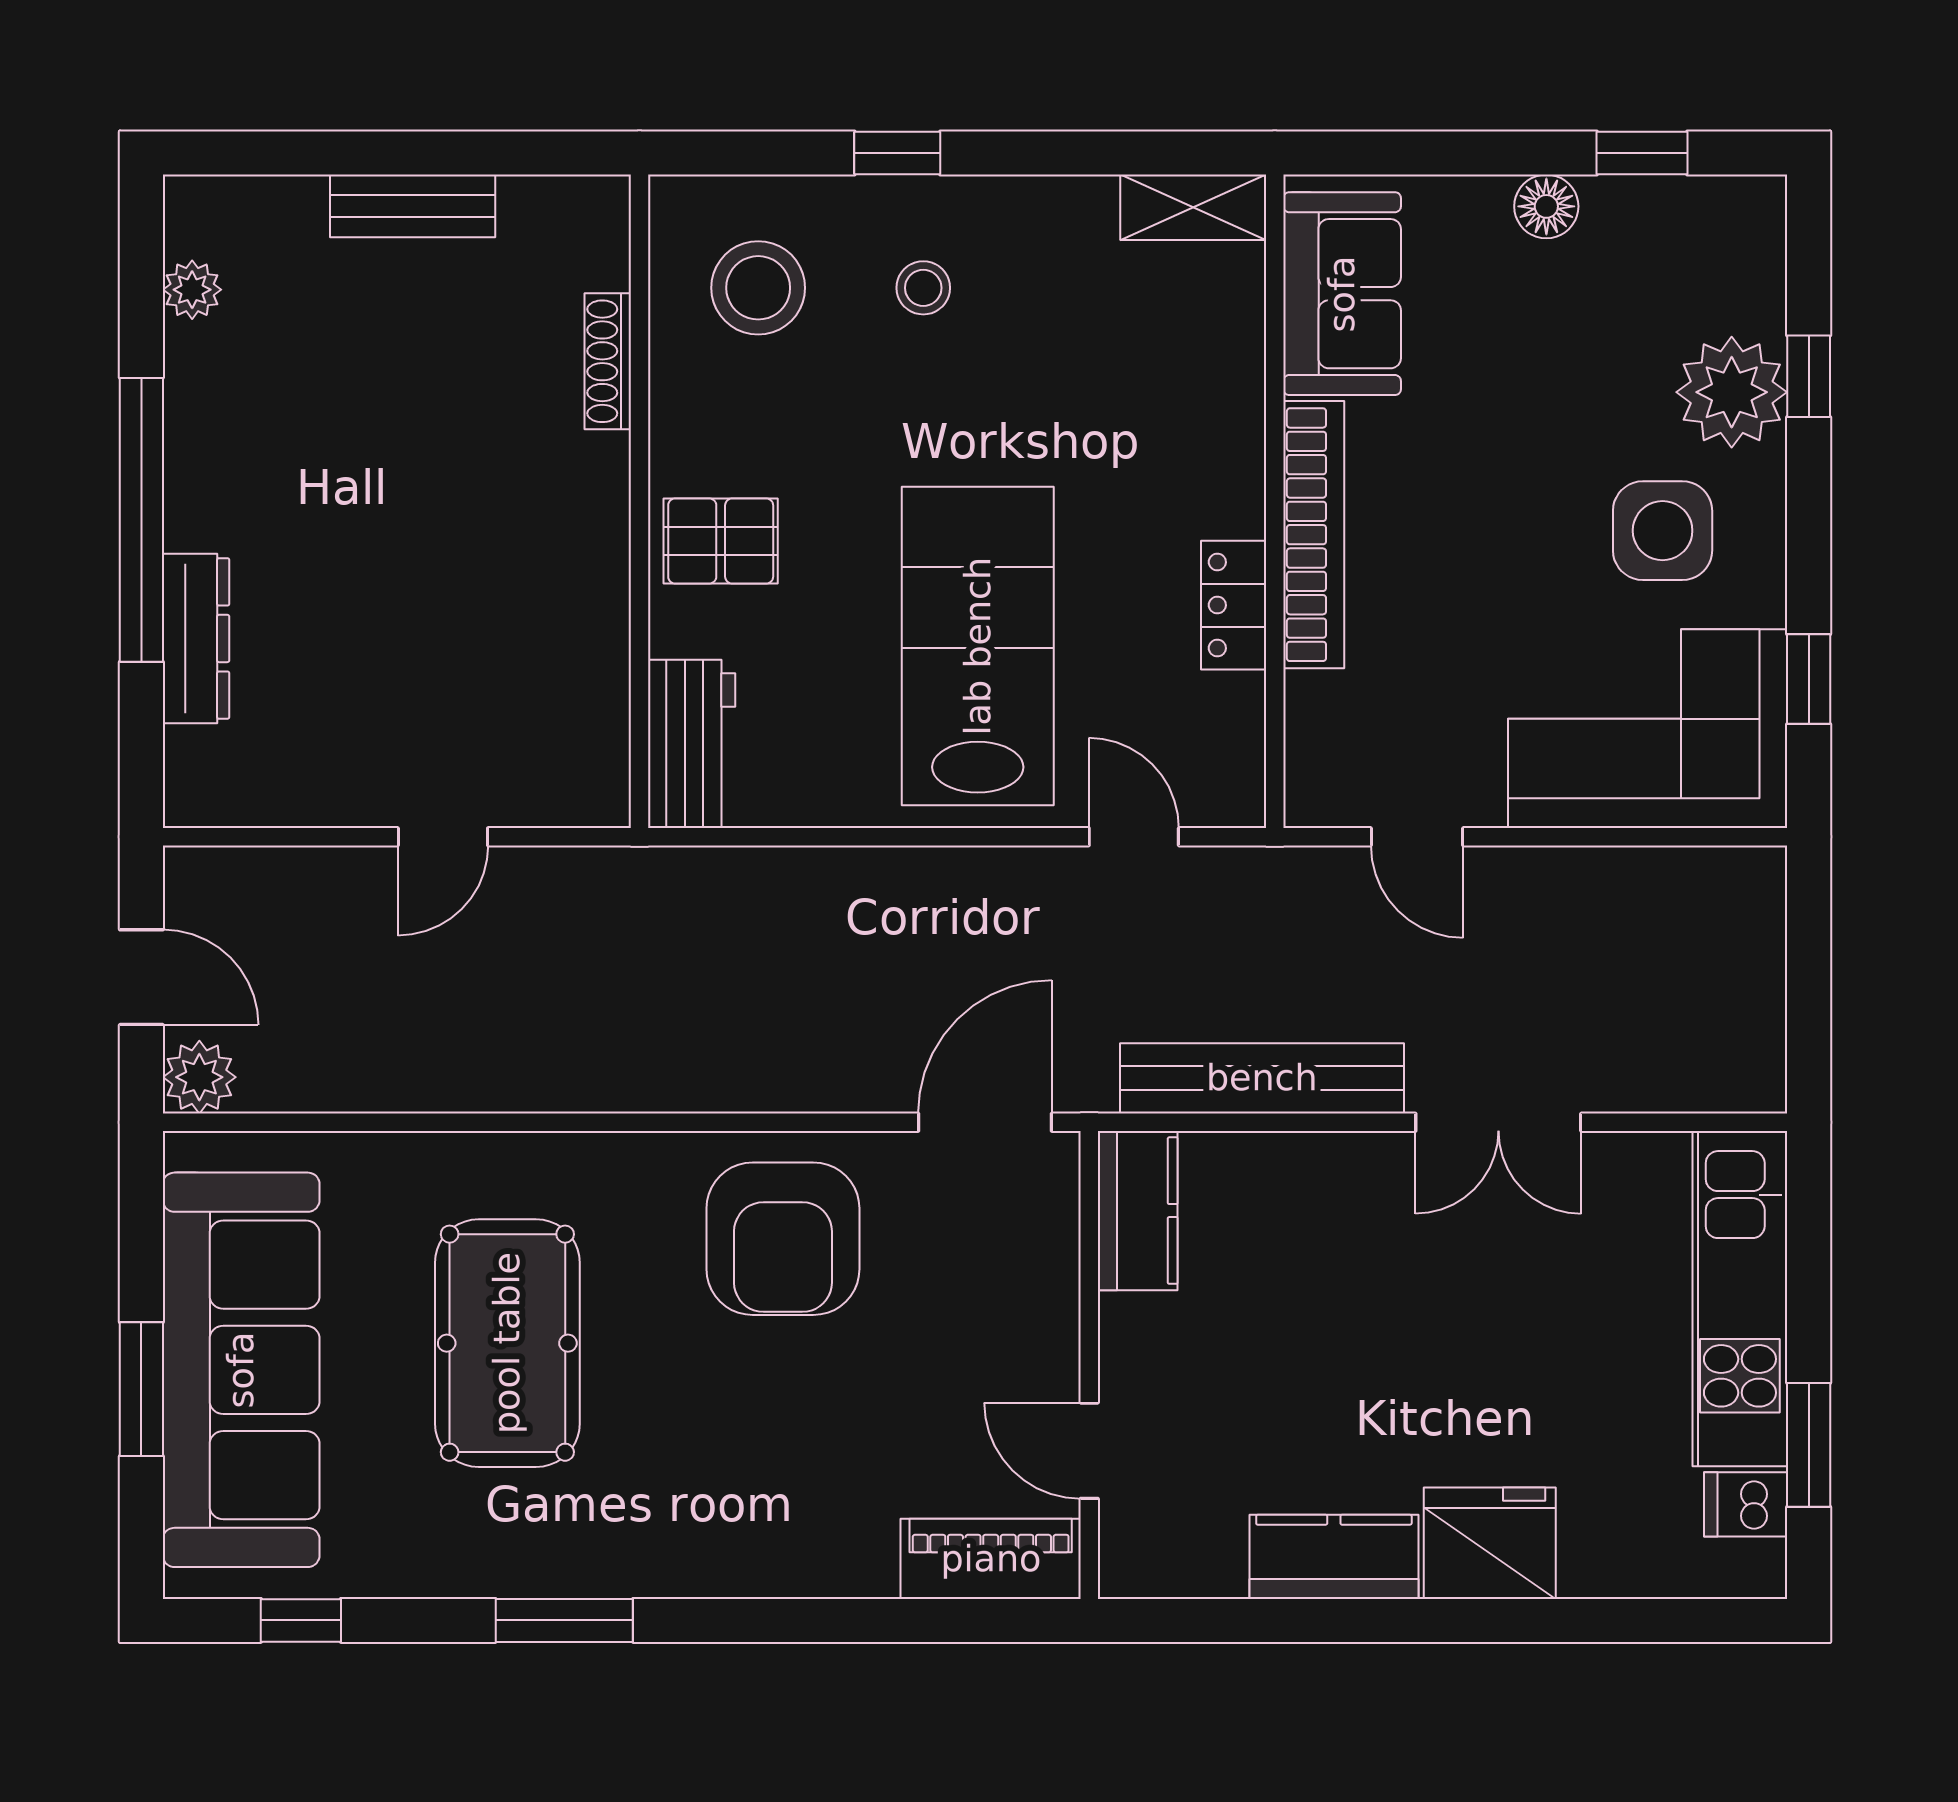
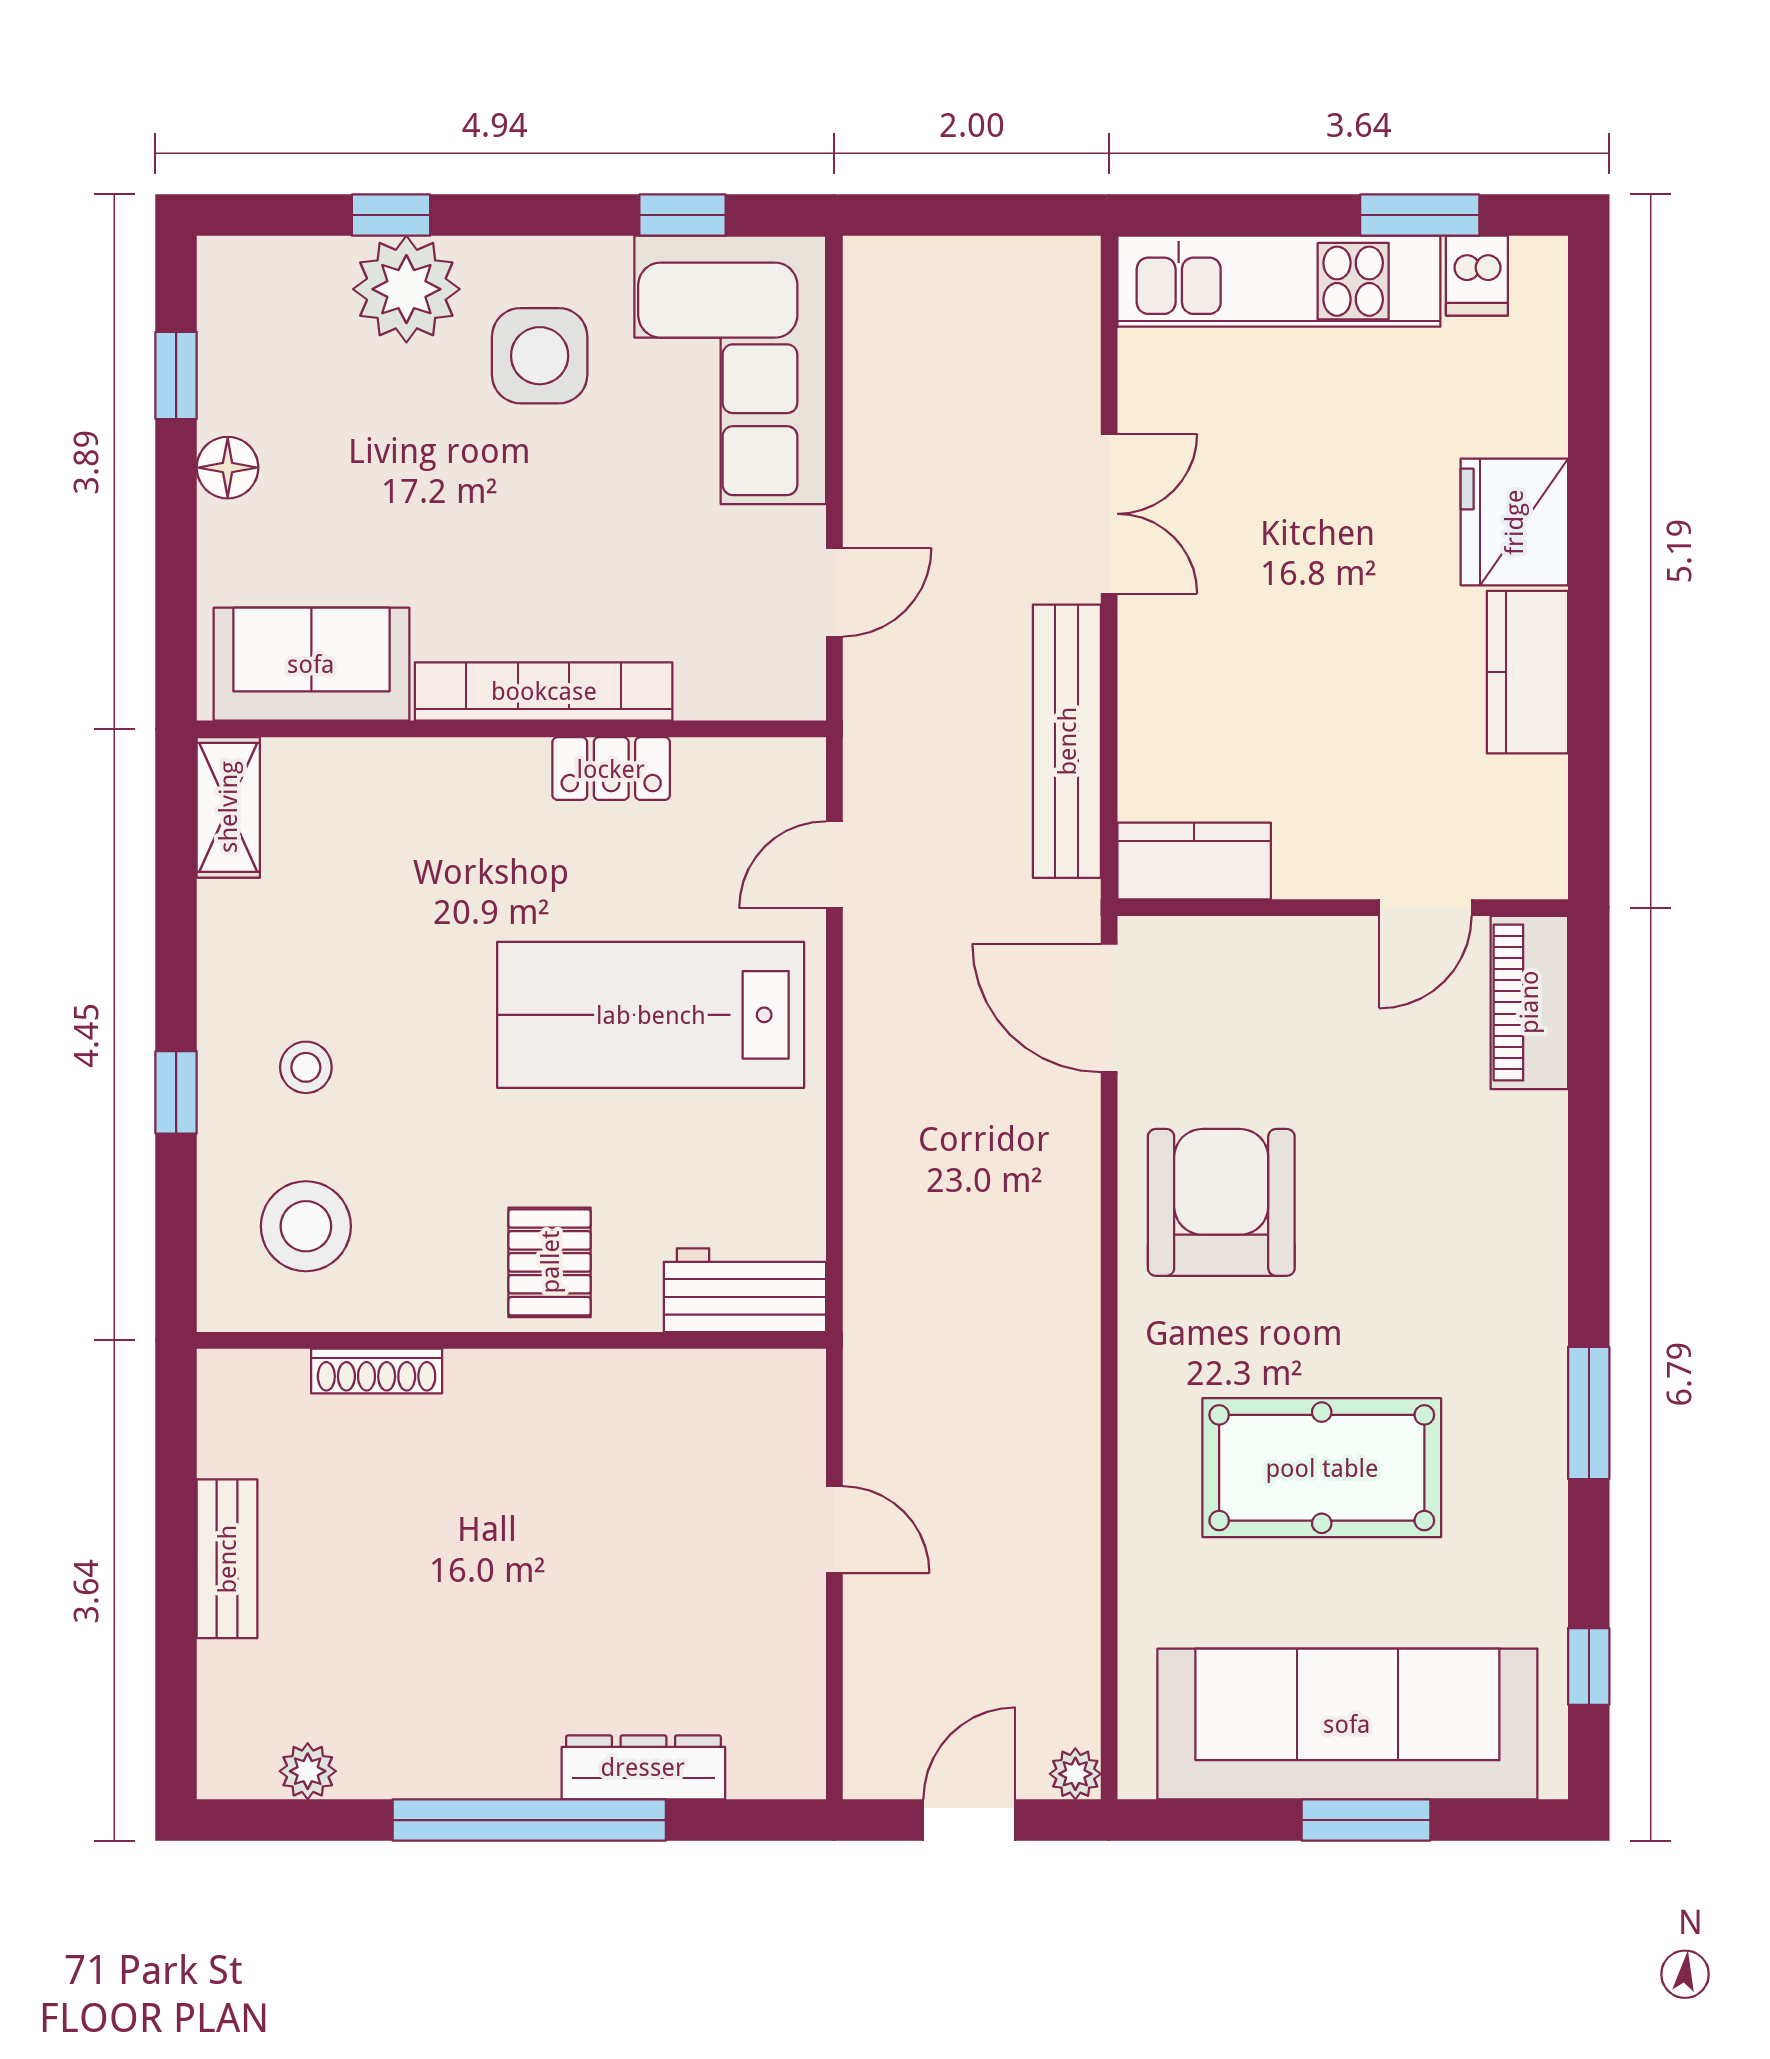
plant: (199, 1077) -> (1075, 1774), width x0.73, depth x0.73
armchair: (783, 1239) -> (1221, 1202), turned -90

